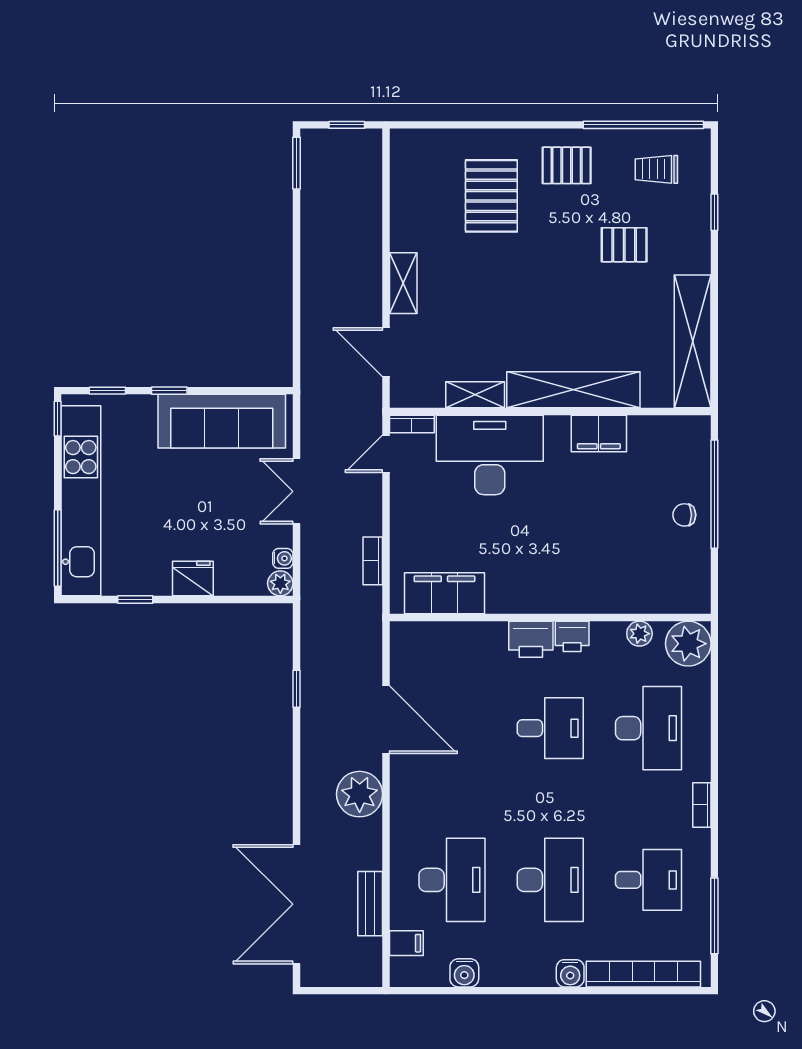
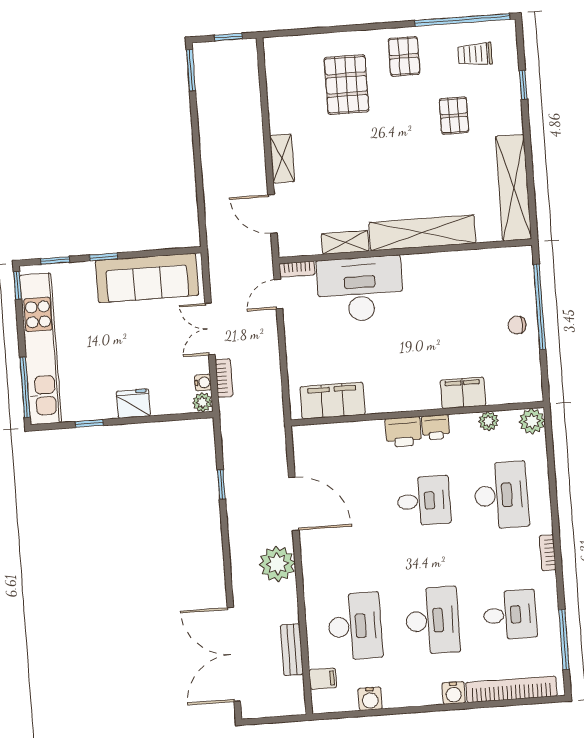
pallet: (567, 165) -> (404, 56), turned 90
pallet: (624, 245) -> (454, 116), turned 90
filing cabinet: (599, 433) -> (463, 393), moved, turned 180
bookcase: (373, 561) -> (224, 378), moved, turned 180
plant: (688, 644) -> (532, 421), width x0.73, depth x0.73

